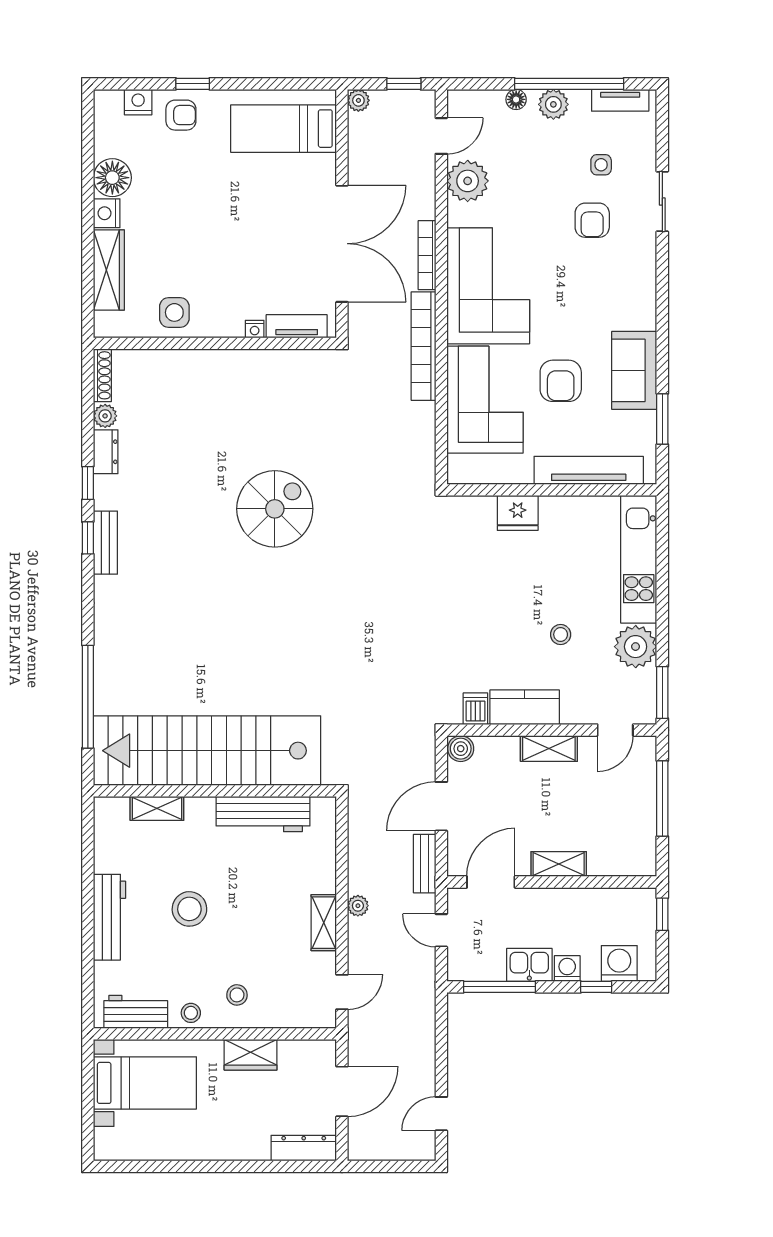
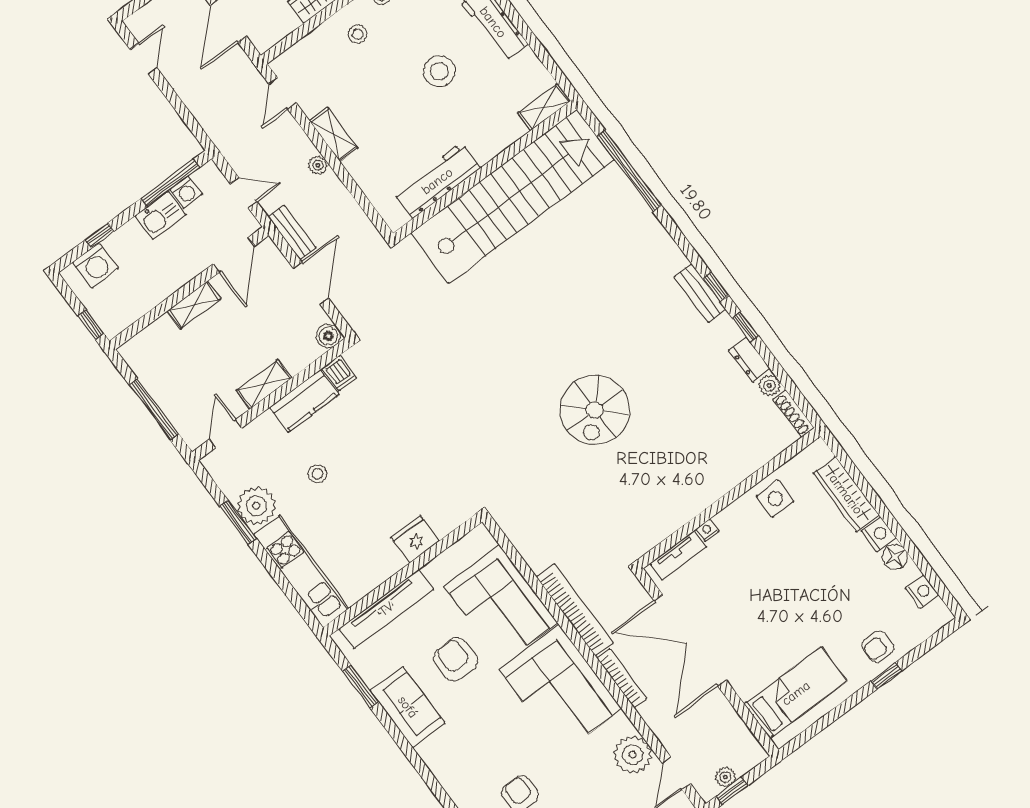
plant: (358, 100) -> (725, 777), moved
nightstand: (138, 102) -> (922, 592), moved, turned -90
floor lamp: (112, 178) -> (895, 557), width x0.73, depth x0.73
window: (662, 692) -> (238, 522), moved
shelving: (157, 808) -> (544, 107), moved
washing machine: (567, 969) -> (186, 192), moved

